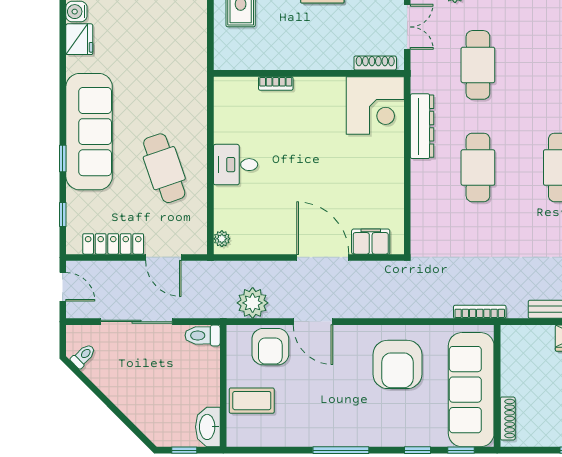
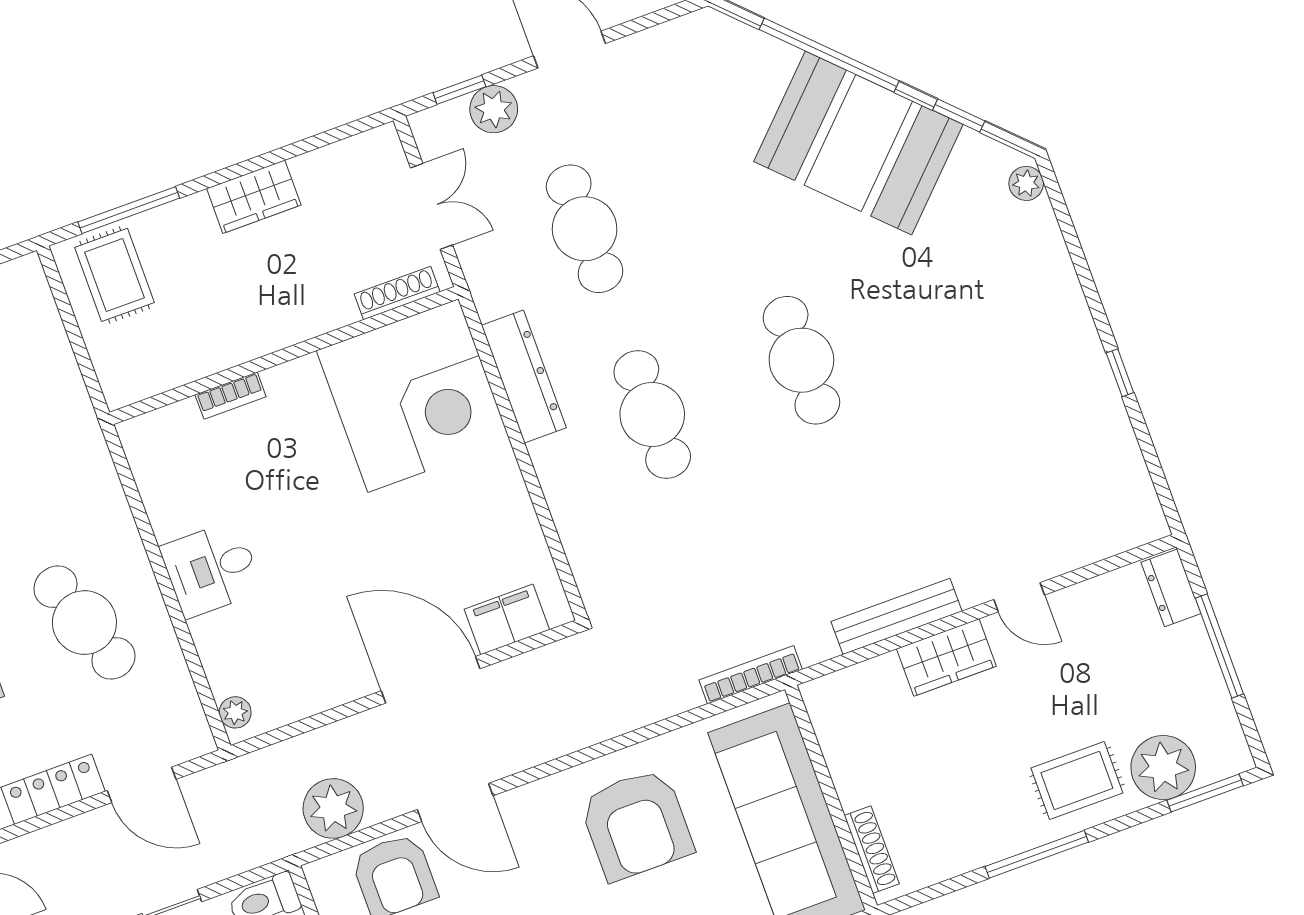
corner desk: (375, 105) -> (413, 396), width x1.36, depth x1.36

